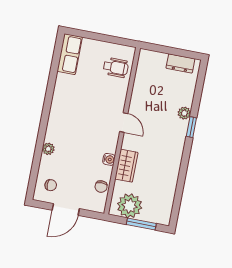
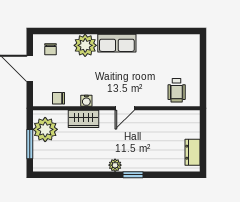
row of seats: (70, 54) -> (117, 43), moved
plant: (184, 113) -> (115, 165), moved
plant: (48, 149) -> (85, 45), width x1.88, depth x1.88

